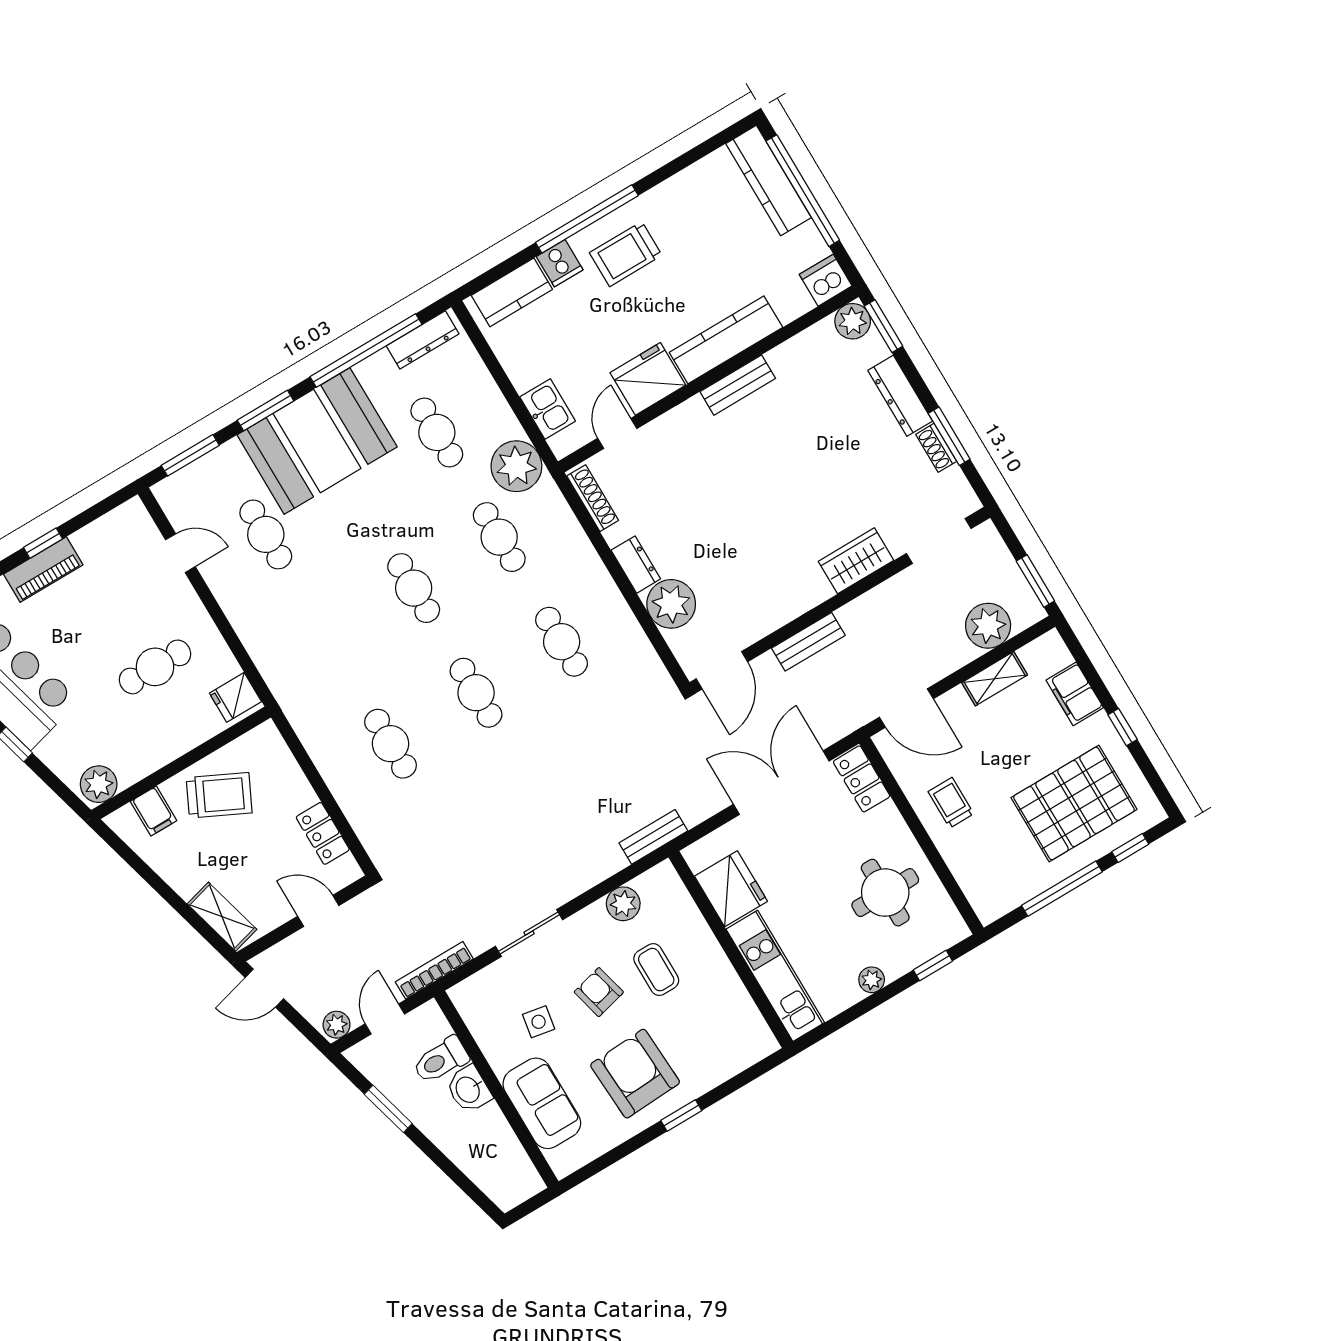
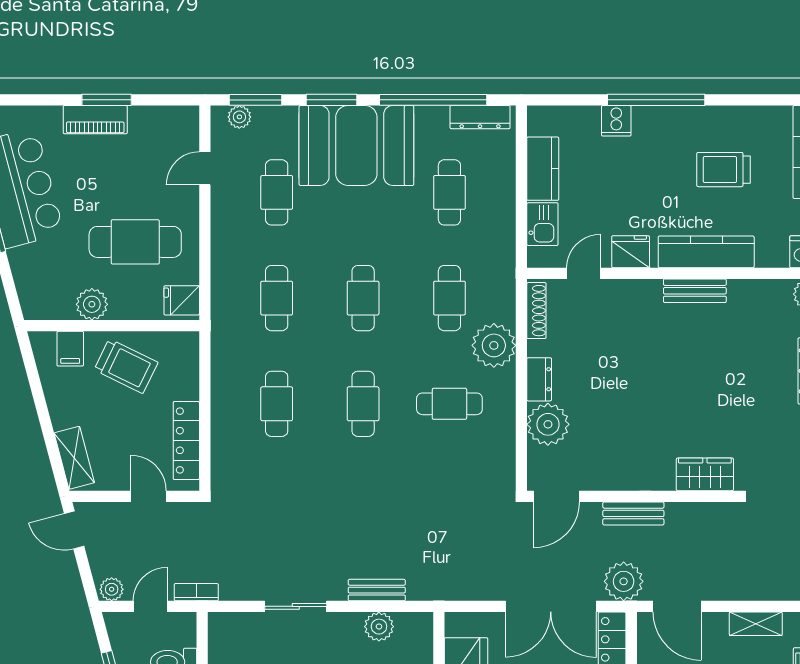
trolley: (626, 254) -> (724, 170), moved
kitchen counter: (512, 292) -> (543, 169), moved, turned -90
fridge: (648, 379) -> (631, 252), width x0.73, depth x0.75
plant: (516, 466) -> (494, 345), moved
plant: (184, 482) -> (239, 117), added
window: (43, 543) -> (107, 100), width x1.50
door: (180, 553) -> (205, 168), swing flipped
plant: (988, 626) -> (624, 581), moved
cafe table: (328, 639) -> (277, 298), added
cafe table: (562, 642) -> (449, 404), turned 90
cafe table: (155, 667) -> (135, 242), width x1.37, depth x1.35
double door: (781, 783) -> (551, 606), swing flipped
plant: (99, 784) -> (92, 304), moved
locker: (323, 833) -> (186, 441), width x1.53
bench: (653, 837) -> (377, 590), moved
bookcase: (434, 970) -> (196, 592), width x0.64

